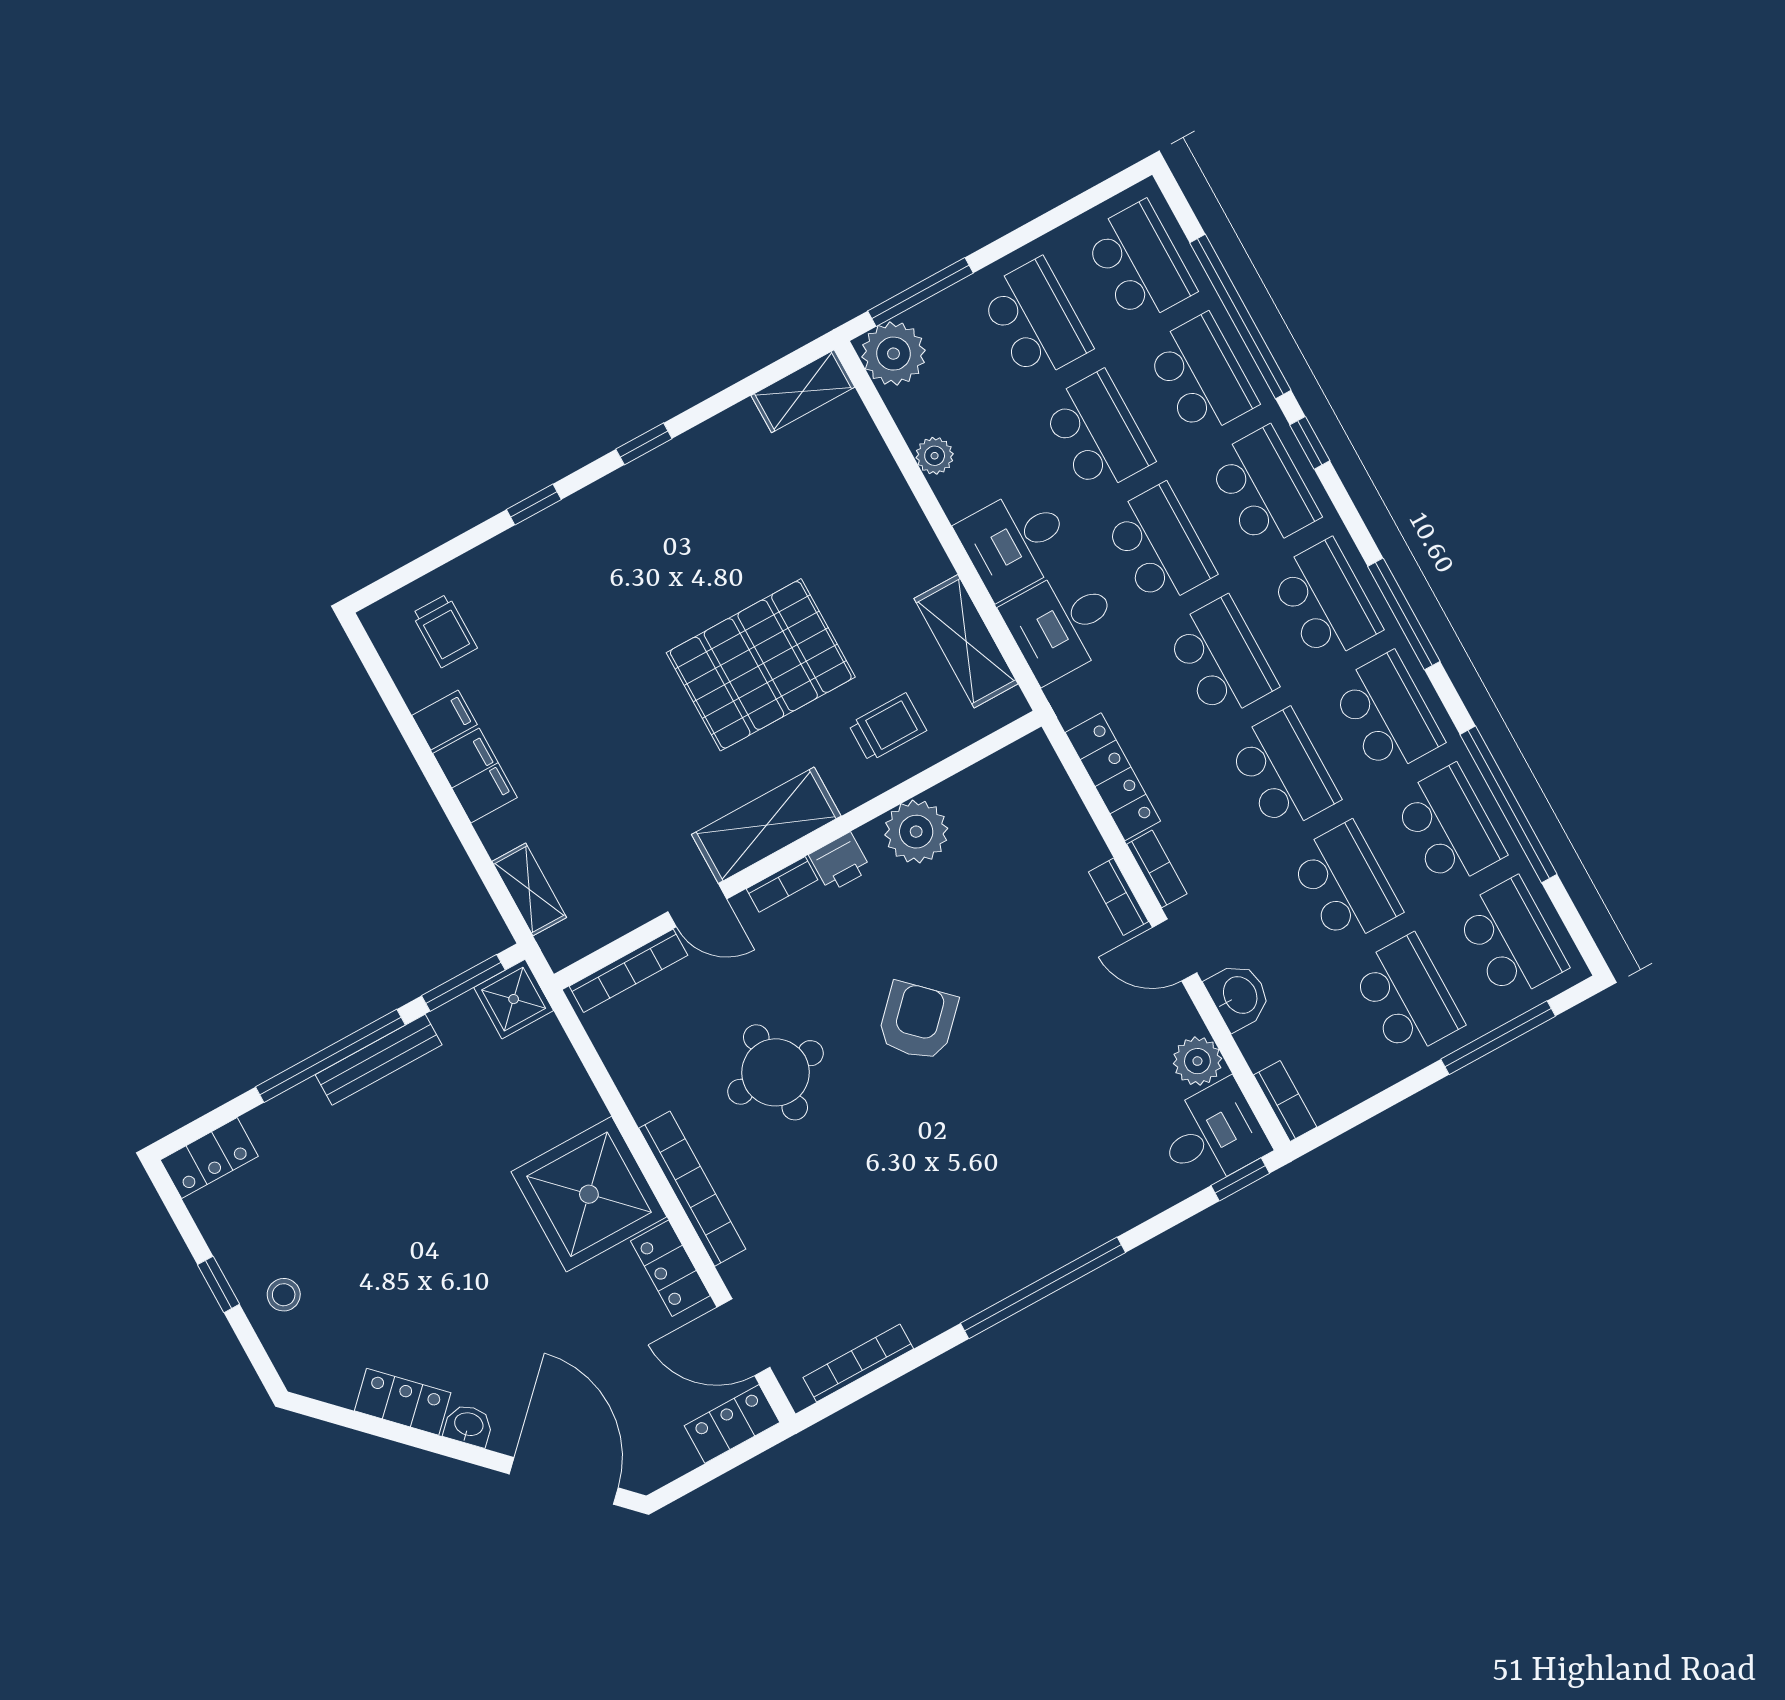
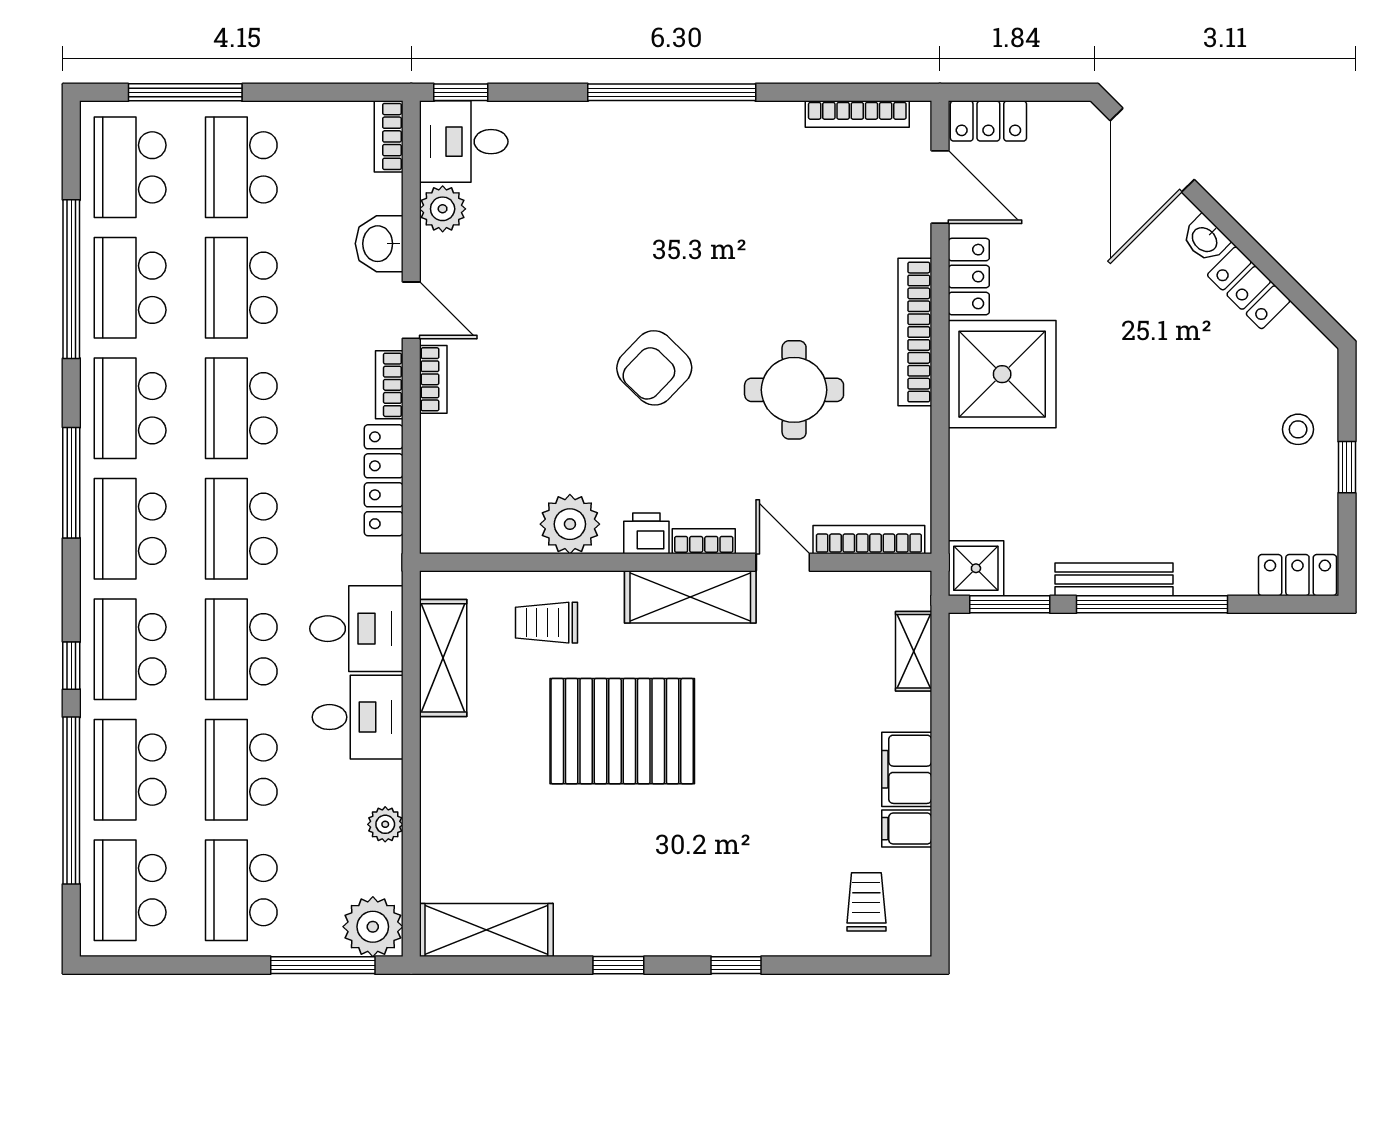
shelving: (803, 391) -> (486, 930), width x1.50, depth x1.33

